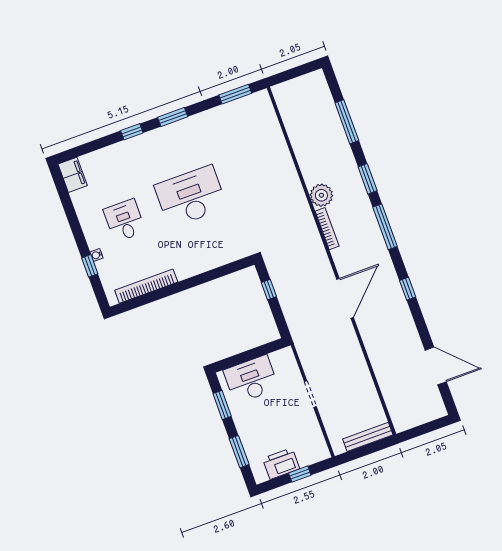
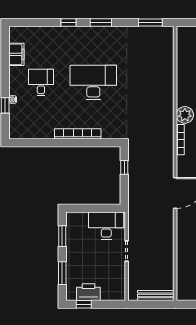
filing cabinet: (73, 175) -> (16, 54), moved
bookcase: (146, 286) -> (78, 134), moved
desk: (251, 379) -> (106, 226), moved
window: (300, 474) -> (84, 304), moved

